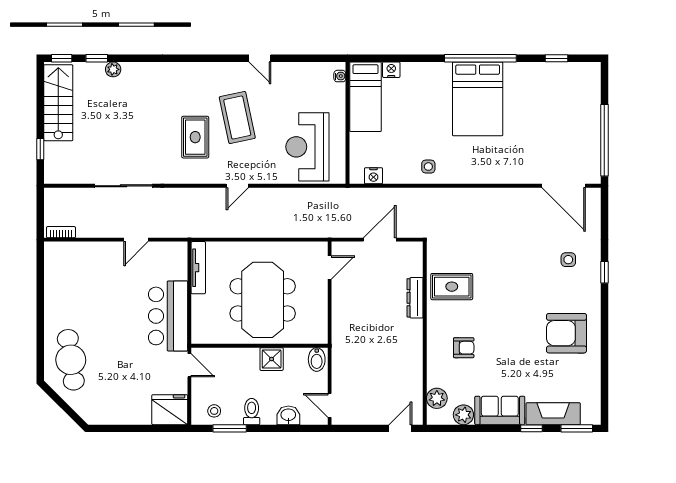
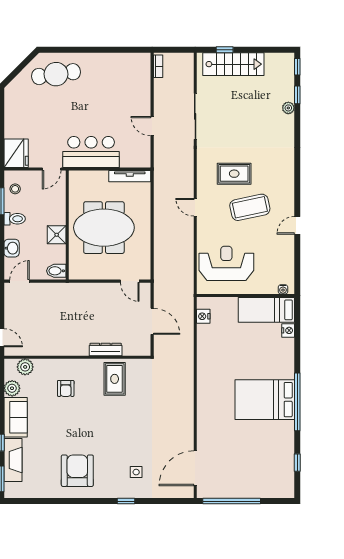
stairs: (58, 103) -> (233, 64), moved
side table: (428, 167) -> (211, 360), removed

